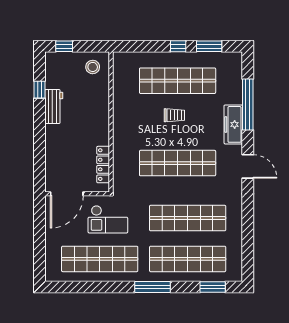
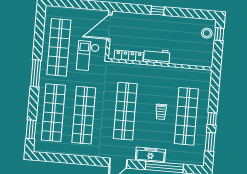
stool: (93, 67) -> (207, 33), moved
window: (40, 90) -> (157, 11), moved
workbench: (54, 107) -> (157, 56), moved, turned 180
door: (67, 194) -> (109, 27), hinge flipped
window: (153, 287) -> (36, 73), moved

